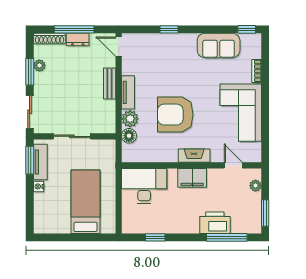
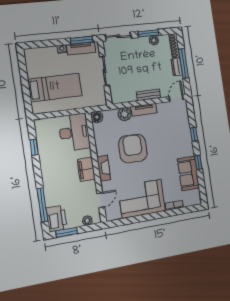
window: (247, 29) -> (198, 162), moved
floor lamp: (129, 136) -> (97, 117), moved
printer: (215, 223) -> (57, 219), moved

